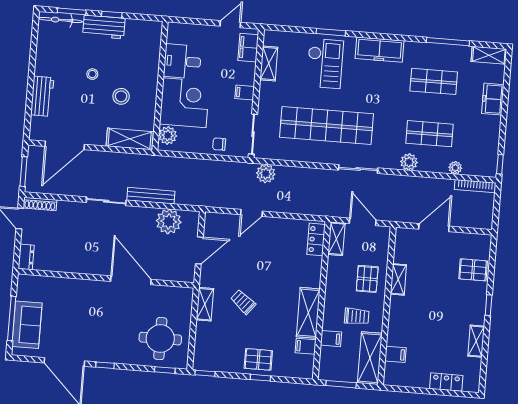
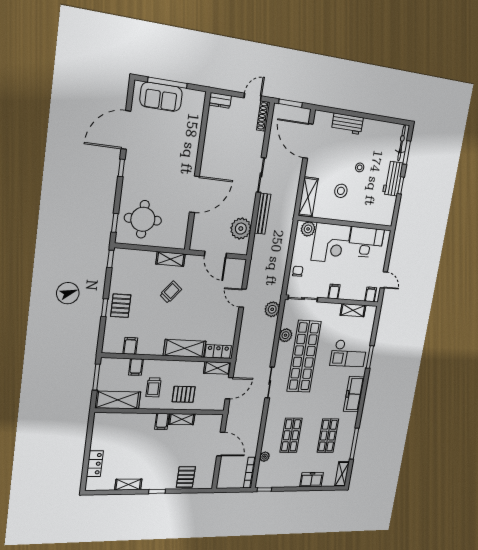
filing cabinet: (248, 48) -> (371, 294), width x0.50
desk: (182, 61) -> (366, 242), width x1.37
plant: (409, 162) -> (286, 335), moved
shelving: (308, 313) -> (185, 348), moved
filing cabinet: (395, 354) -> (162, 421), moved

